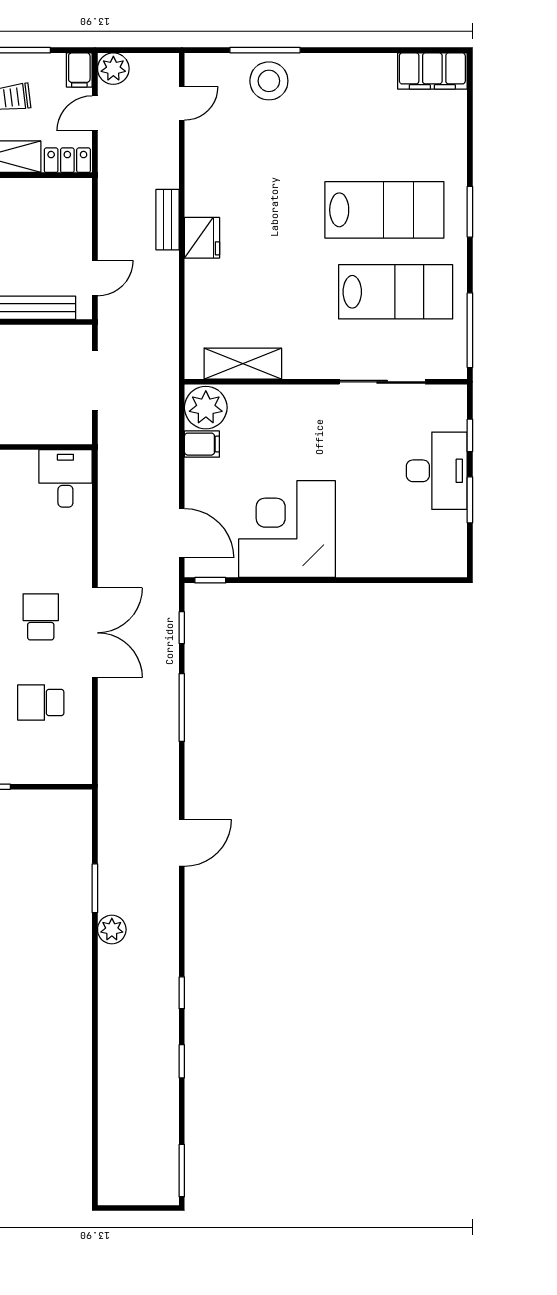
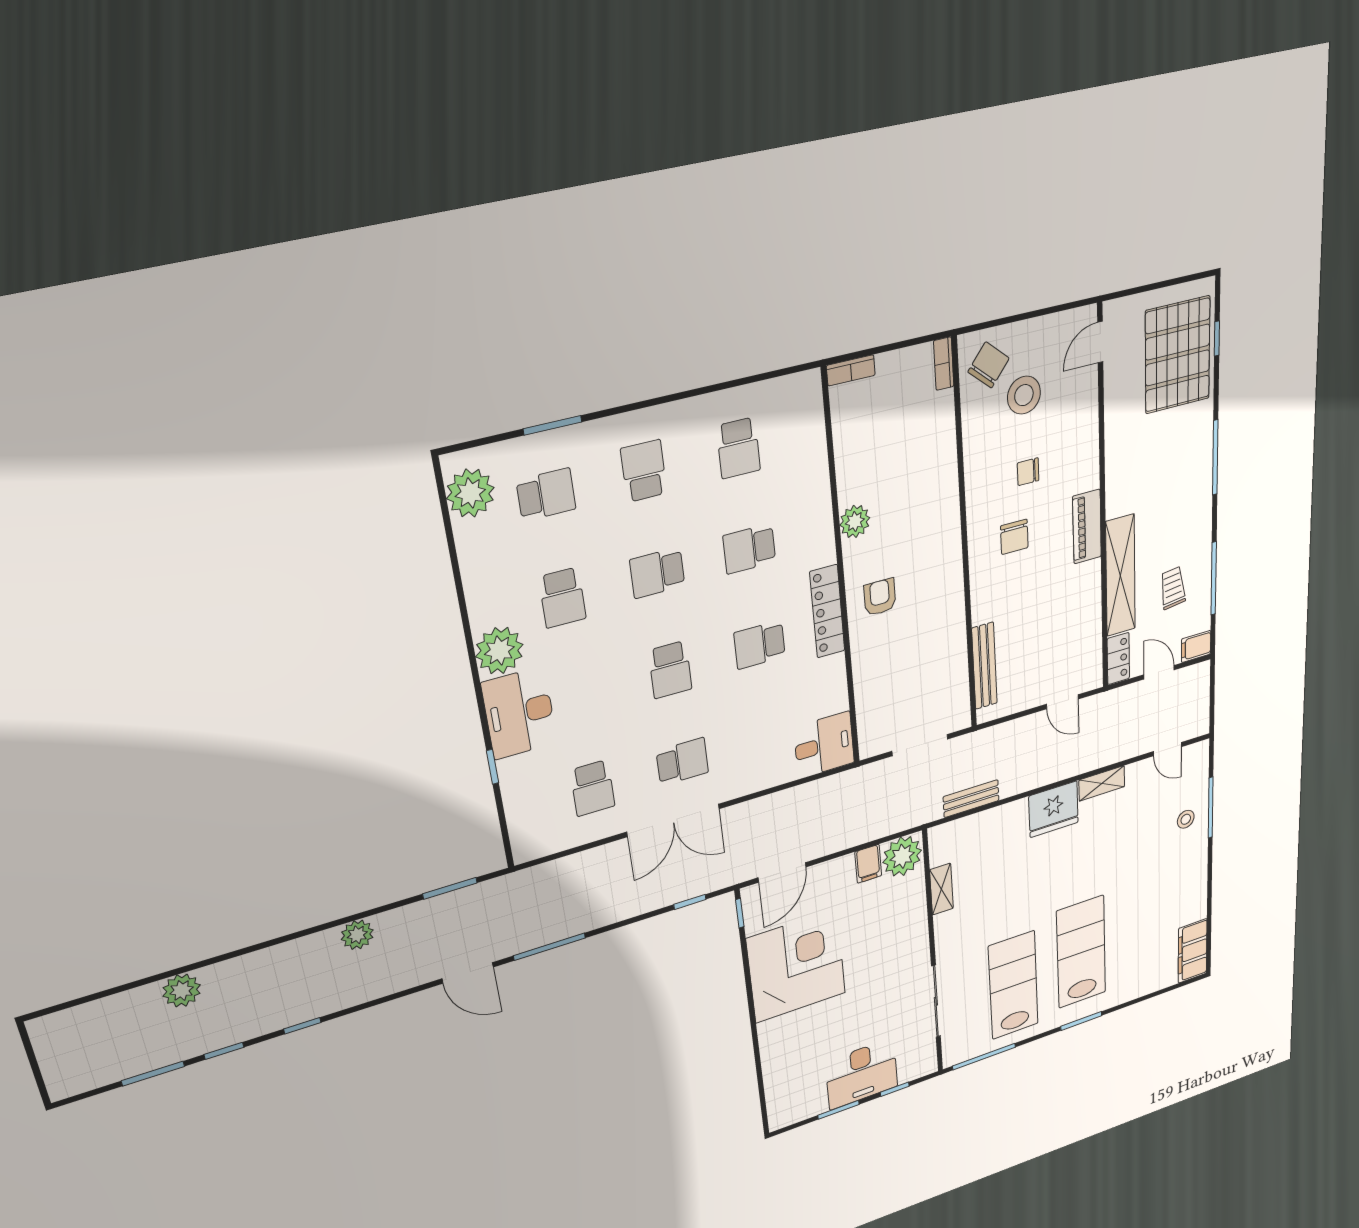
plant: (113, 69) -> (182, 990), moved
stool: (269, 81) -> (1186, 819), width x0.53, depth x0.53
shelving: (196, 181) -> (1102, 783), added
lab bench: (384, 210) -> (1081, 952), turned 180
bench: (167, 220) -> (971, 799), moved
fridge: (202, 238) -> (1054, 809), width x1.36, depth x1.34
door: (95, 278) -> (1062, 702), moved
lab bench: (396, 292) -> (1013, 985), turned 180
shelving: (243, 364) -> (941, 889), width x0.67, depth x0.75
school desk: (41, 703) -> (593, 788), turned 180
window: (182, 707) -> (550, 947), moved
window: (95, 888) -> (450, 888), moved
window: (182, 1171) -> (153, 1074), moved

